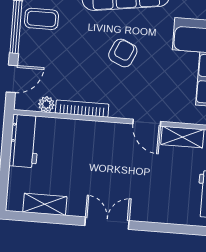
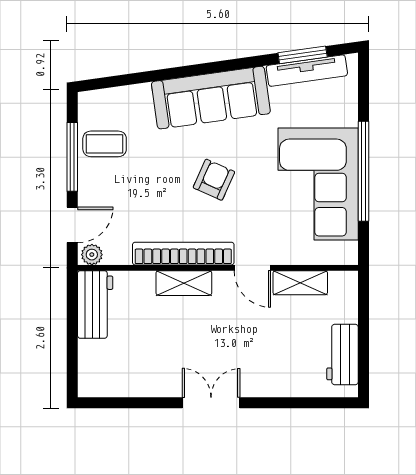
plant: (46, 104) -> (92, 255), moved
bookcase: (82, 109) -> (183, 254), width x1.48, depth x1.31
shelving: (45, 204) -> (184, 283), moved

